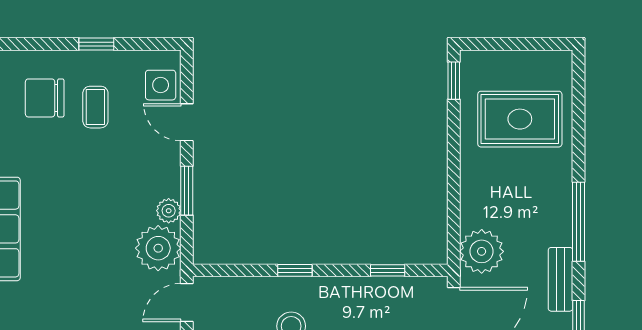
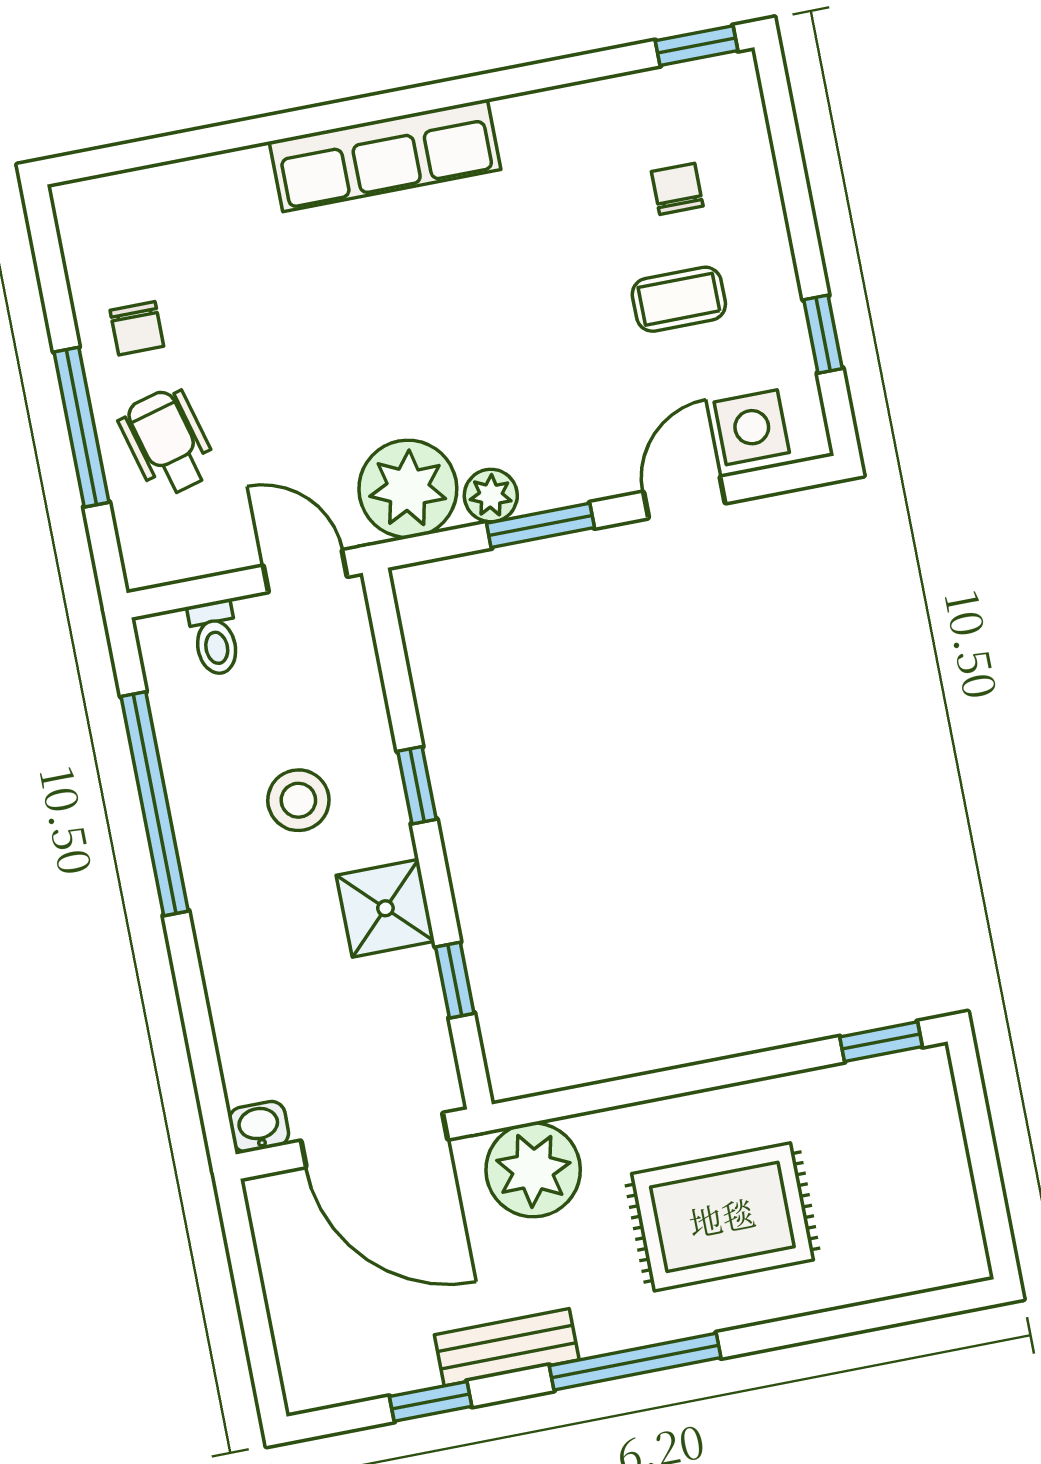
window: (96, 44) -> (823, 334), moved
chair: (45, 98) -> (677, 189), width x0.54, depth x0.54
rug: (520, 119) -> (722, 1217), moved, turned 90
shower: (348, 296) -> (385, 908), added

